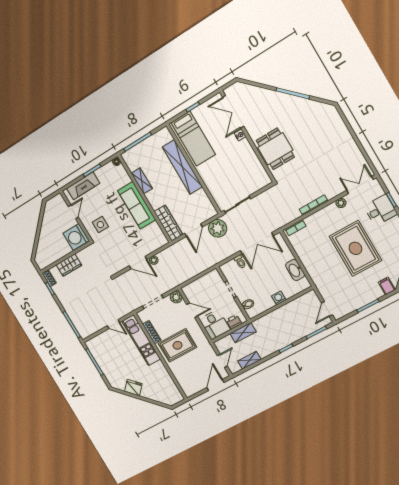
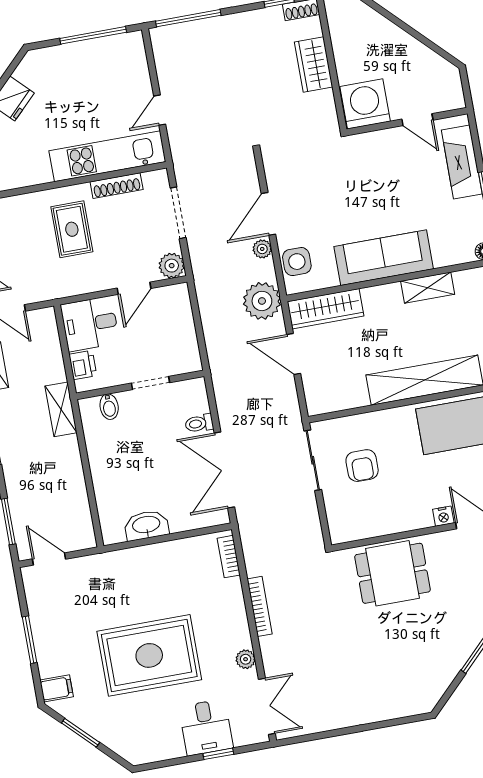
armchair: (231, 181) -> (362, 466), added
side table: (100, 225) -> (297, 262), moved
plant: (218, 228) -> (262, 301), moved
washing machine: (279, 298) -> (101, 473), removed
shelving: (243, 333) -> (61, 409), moved
rug: (177, 345) -> (72, 229), width x0.73, depth x0.70

